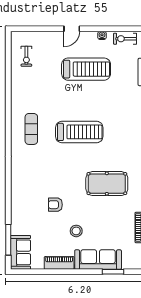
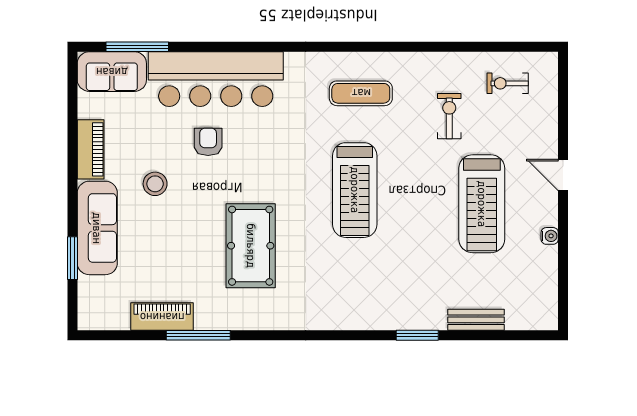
exercise bike: (125, 39) -> (449, 116), moved
bar counter: (24, 201) -> (216, 79), added

